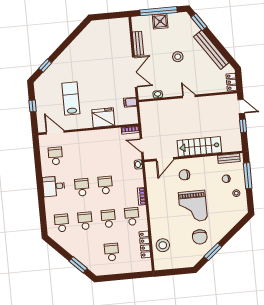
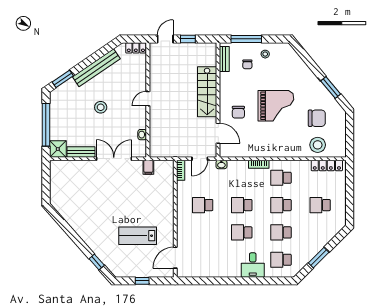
shower: (160, 21) -> (58, 149), moved
fridge: (103, 118) -> (163, 200), removed
school desk: (55, 156) -> (203, 205), moved
desk: (54, 186) -> (253, 265), moved
chair: (200, 237) -> (317, 118), moved
locker: (145, 244) -> (327, 166), moved
window: (78, 265) -> (319, 258), moved

